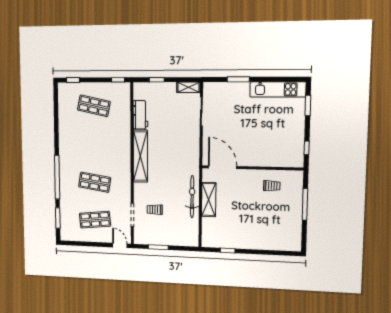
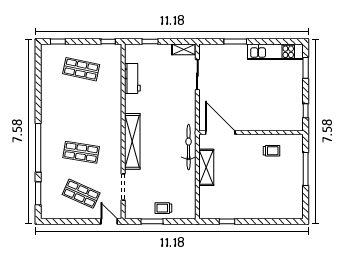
shelving: (140, 156) -> (132, 141), moved
bicycle: (192, 197) -> (189, 147), moved
trolley: (155, 210) -> (163, 208), moved
shop shelf: (95, 220) -> (81, 194), turned 30

